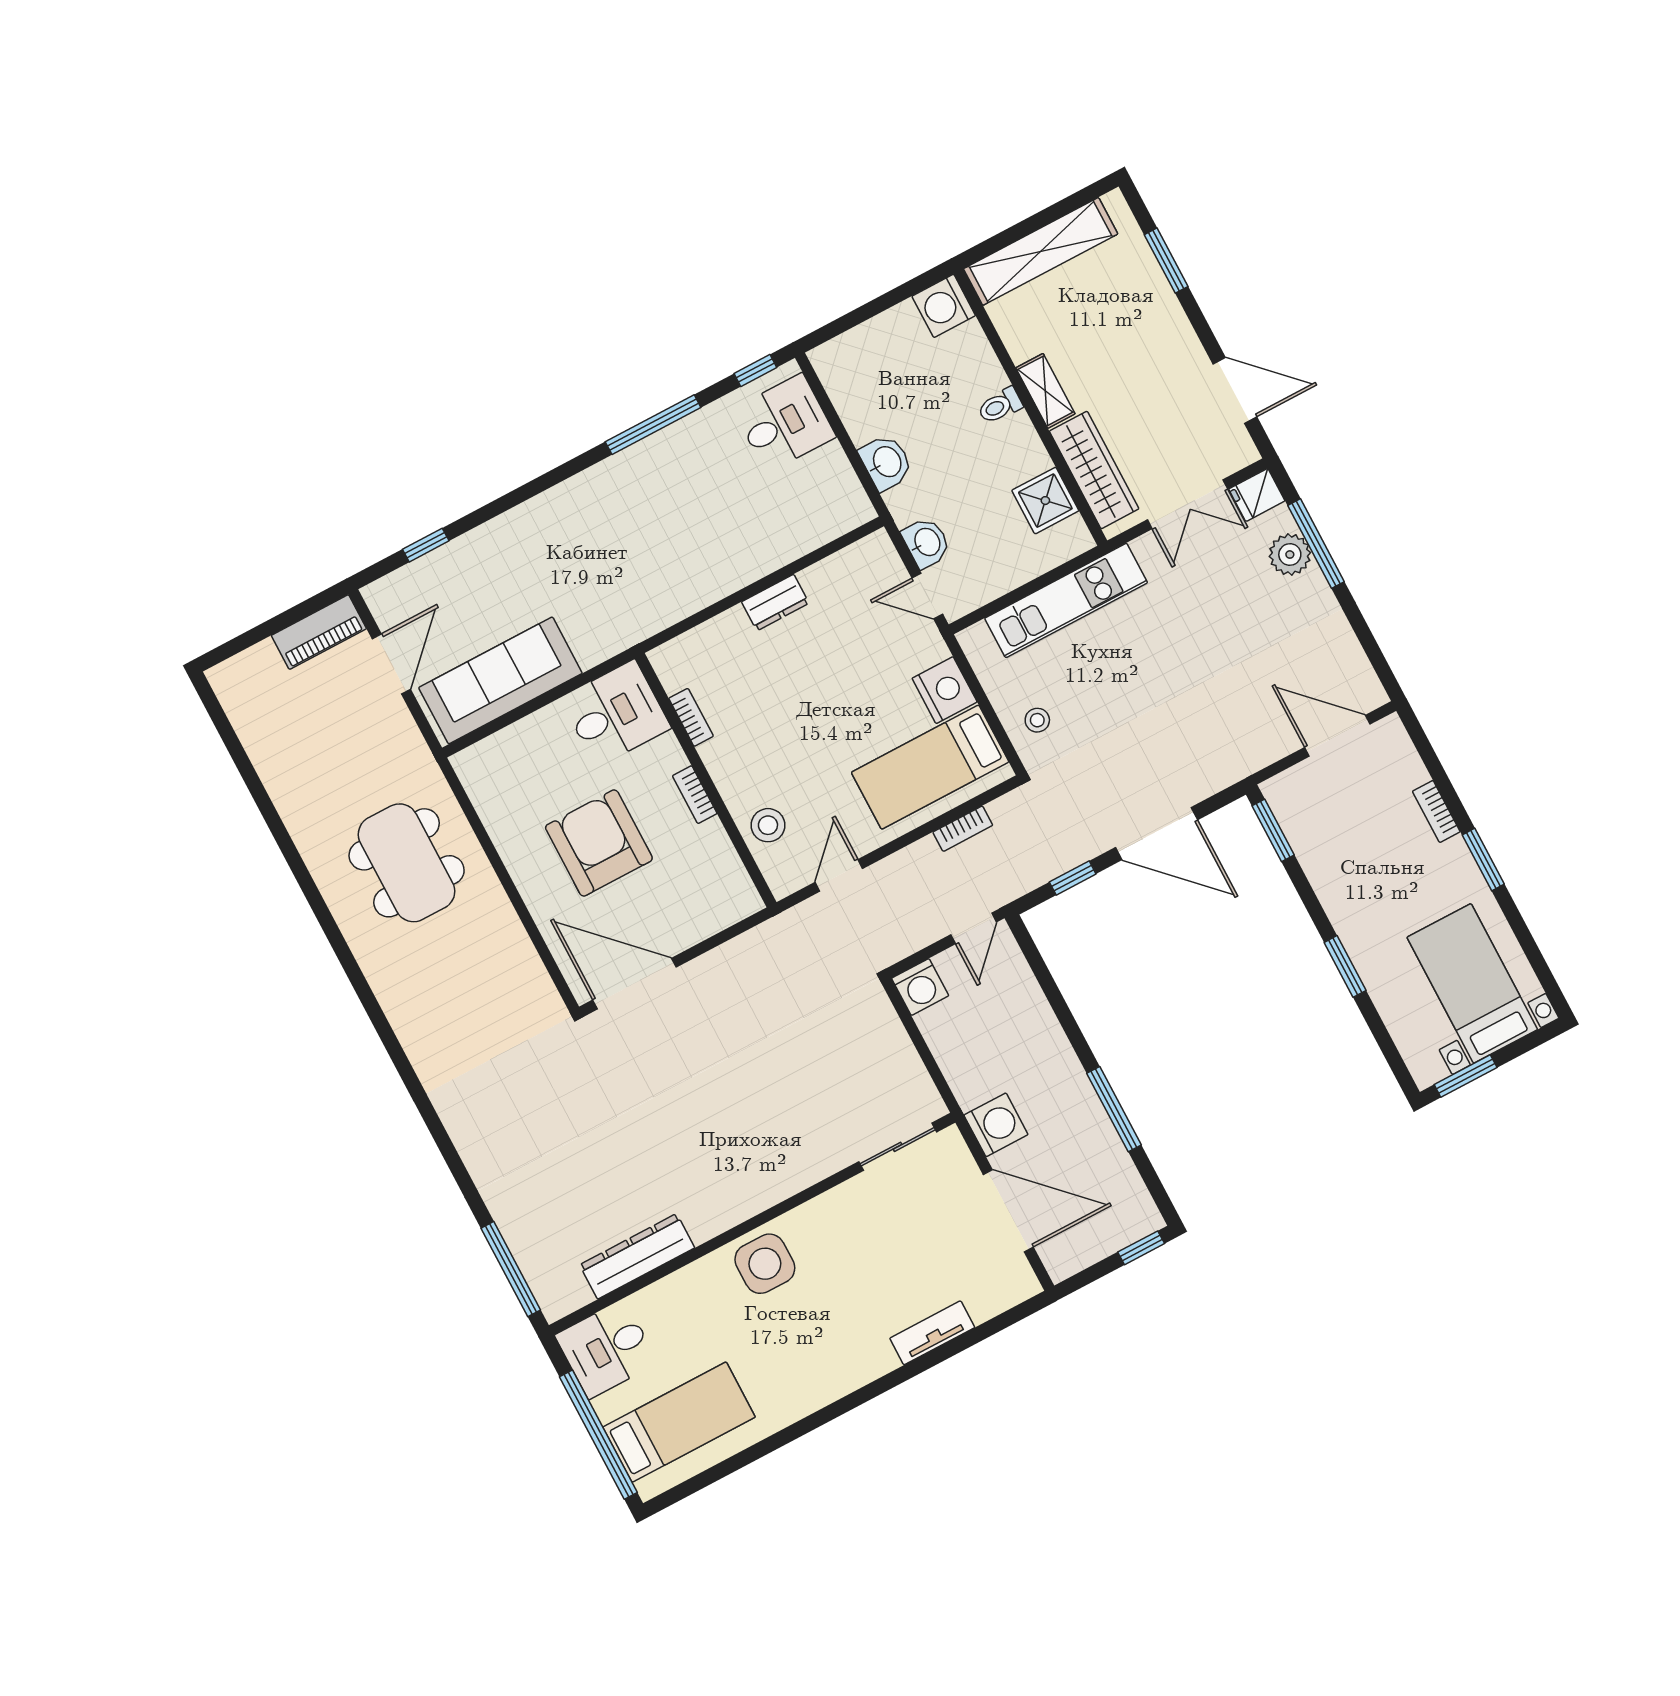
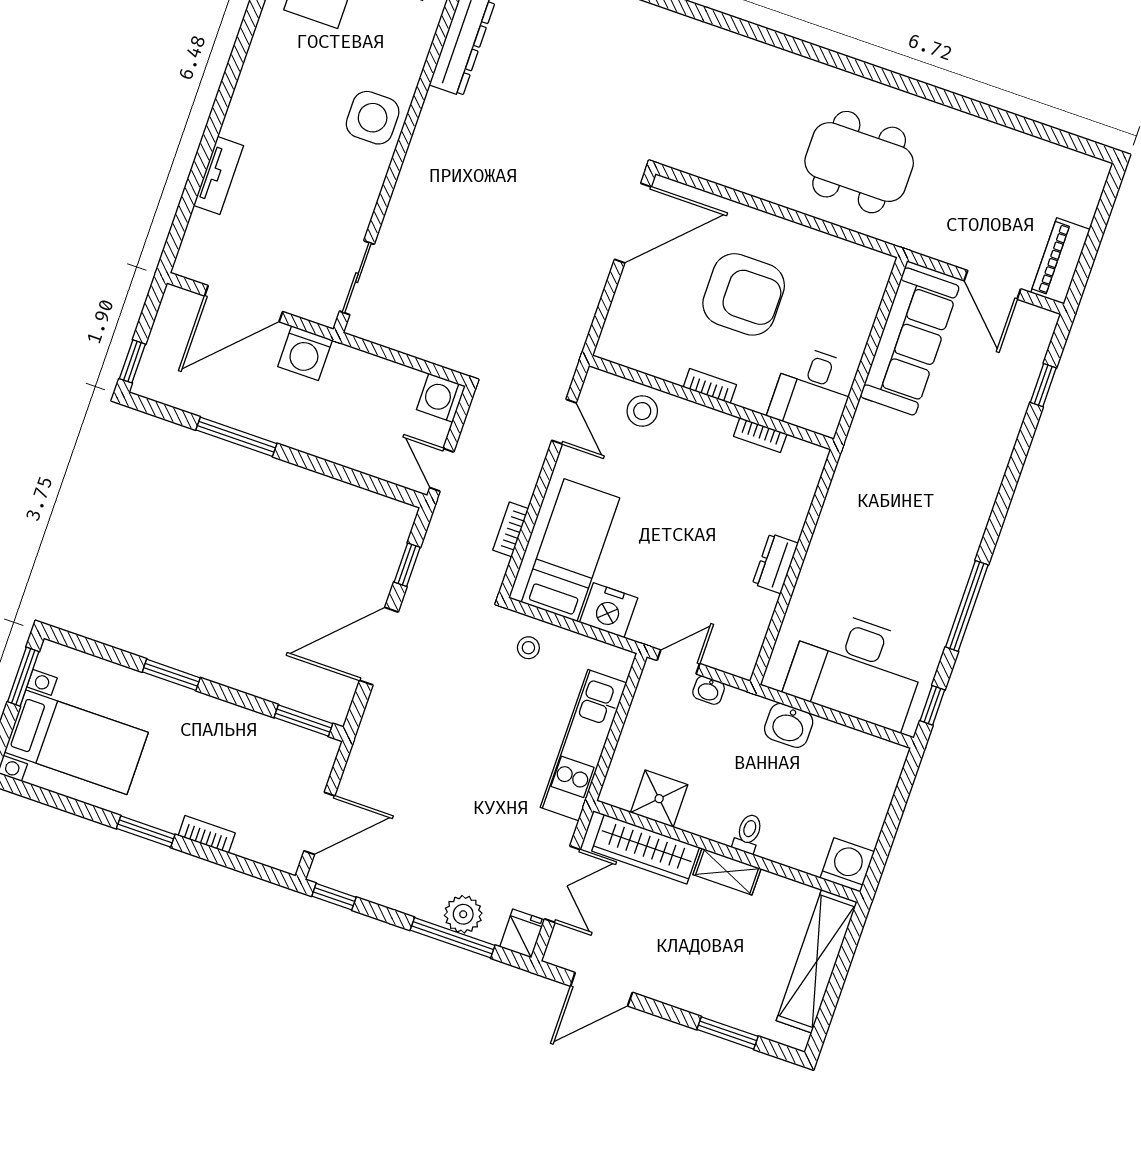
desk: (784, 423) -> (856, 669), width x1.87, depth x1.30
double door: (1187, 504) -> (562, 884), swing flipped
washbasin: (926, 542) -> (709, 690), width x0.72, depth x0.69
window: (1381, 666) -> (334, 897), added

